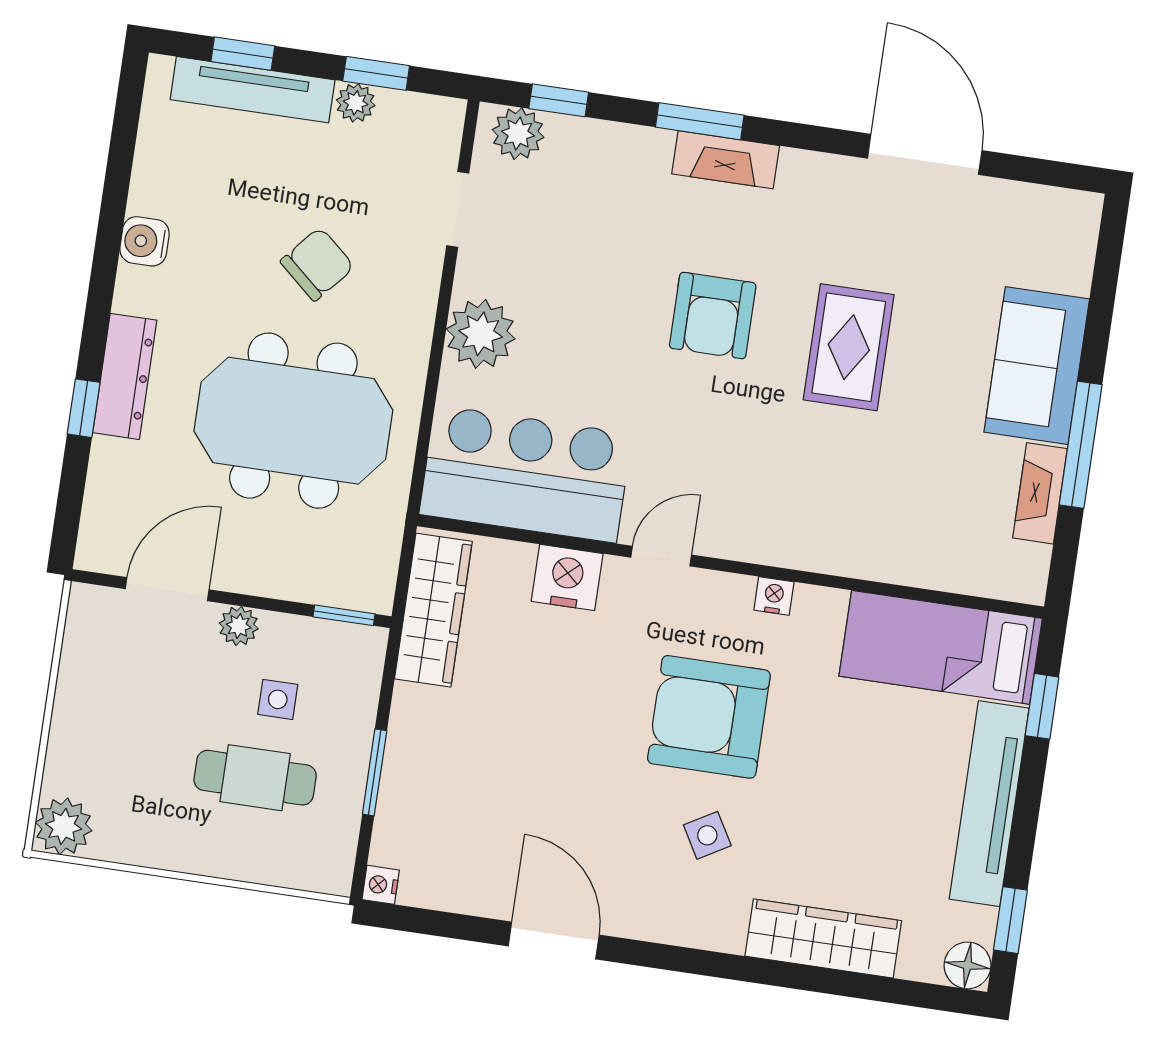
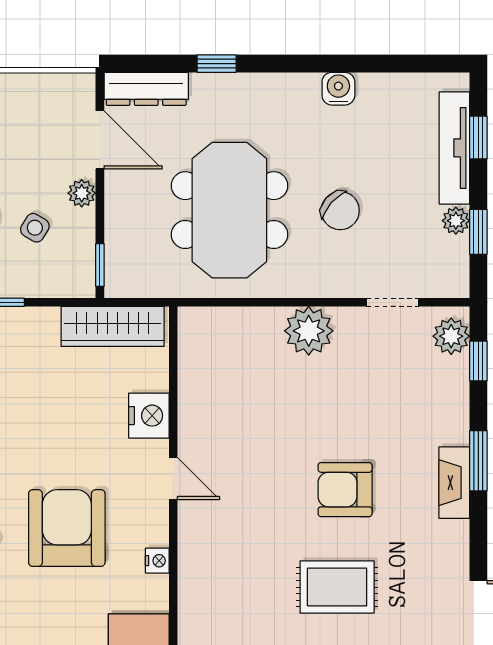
dresser: (125, 376) -> (146, 89), moved
bar counter: (526, 474) -> (216, 376), removed
side table: (278, 699) -> (35, 228), turned 31

